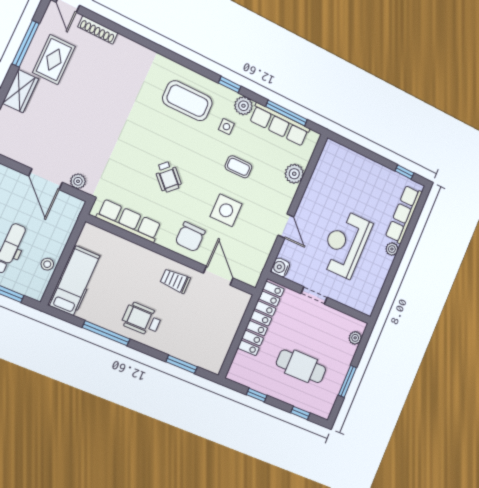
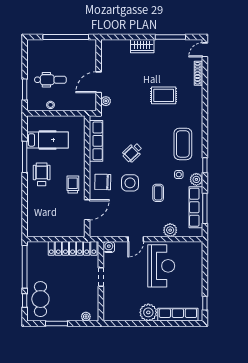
rug: (54, 60) -> (164, 95), moved
side table: (226, 210) -> (130, 183), moved
reception desk: (345, 244) -> (161, 266), moved, turned 90
plant: (392, 249) -> (148, 312), width x1.88, depth x1.88
hospital bed: (75, 281) -> (48, 140), moved
window: (182, 364) -> (25, 211), removed
cafe table: (301, 366) -> (40, 299), moved
window: (257, 395) -> (25, 267), width x3.17

